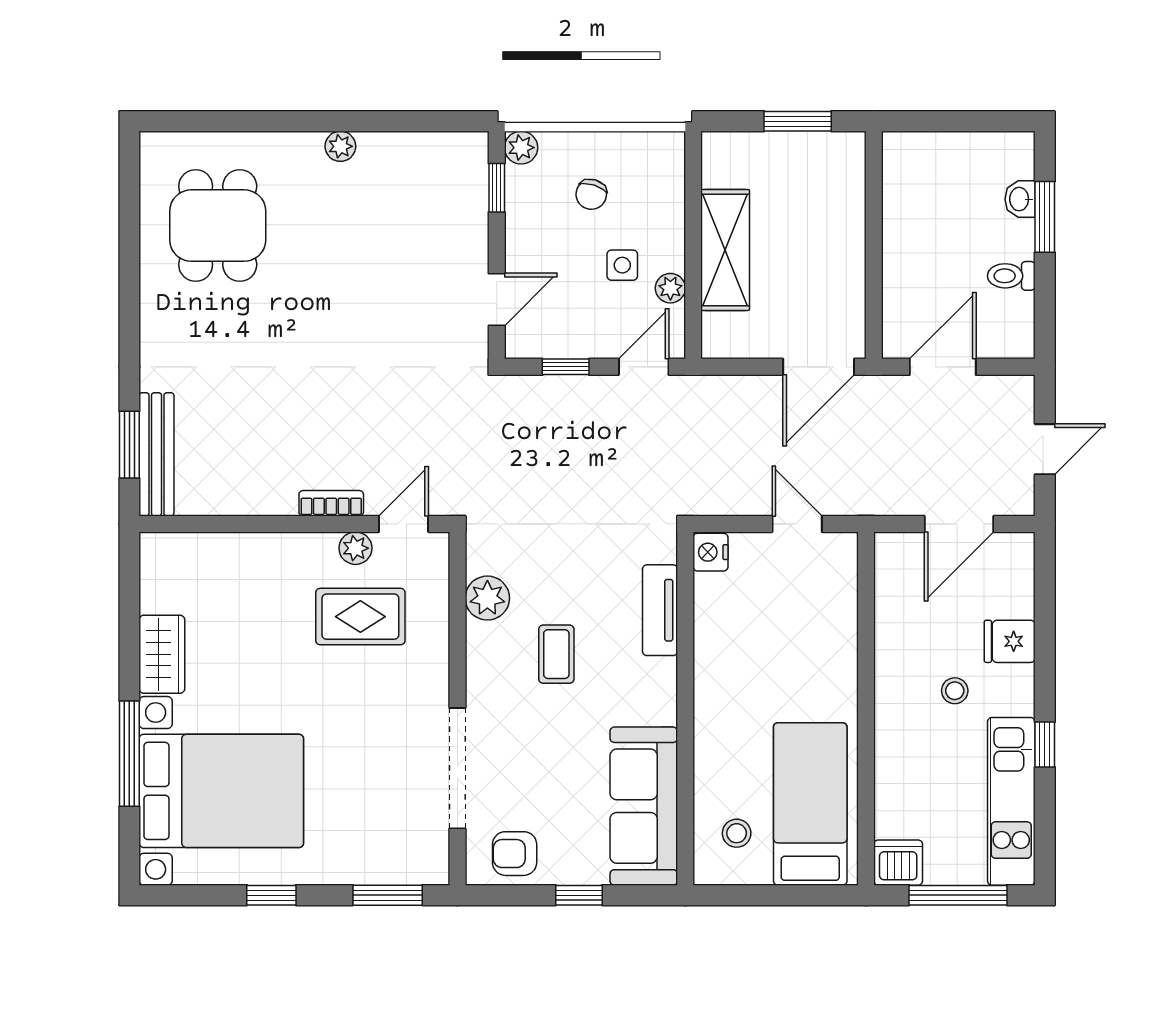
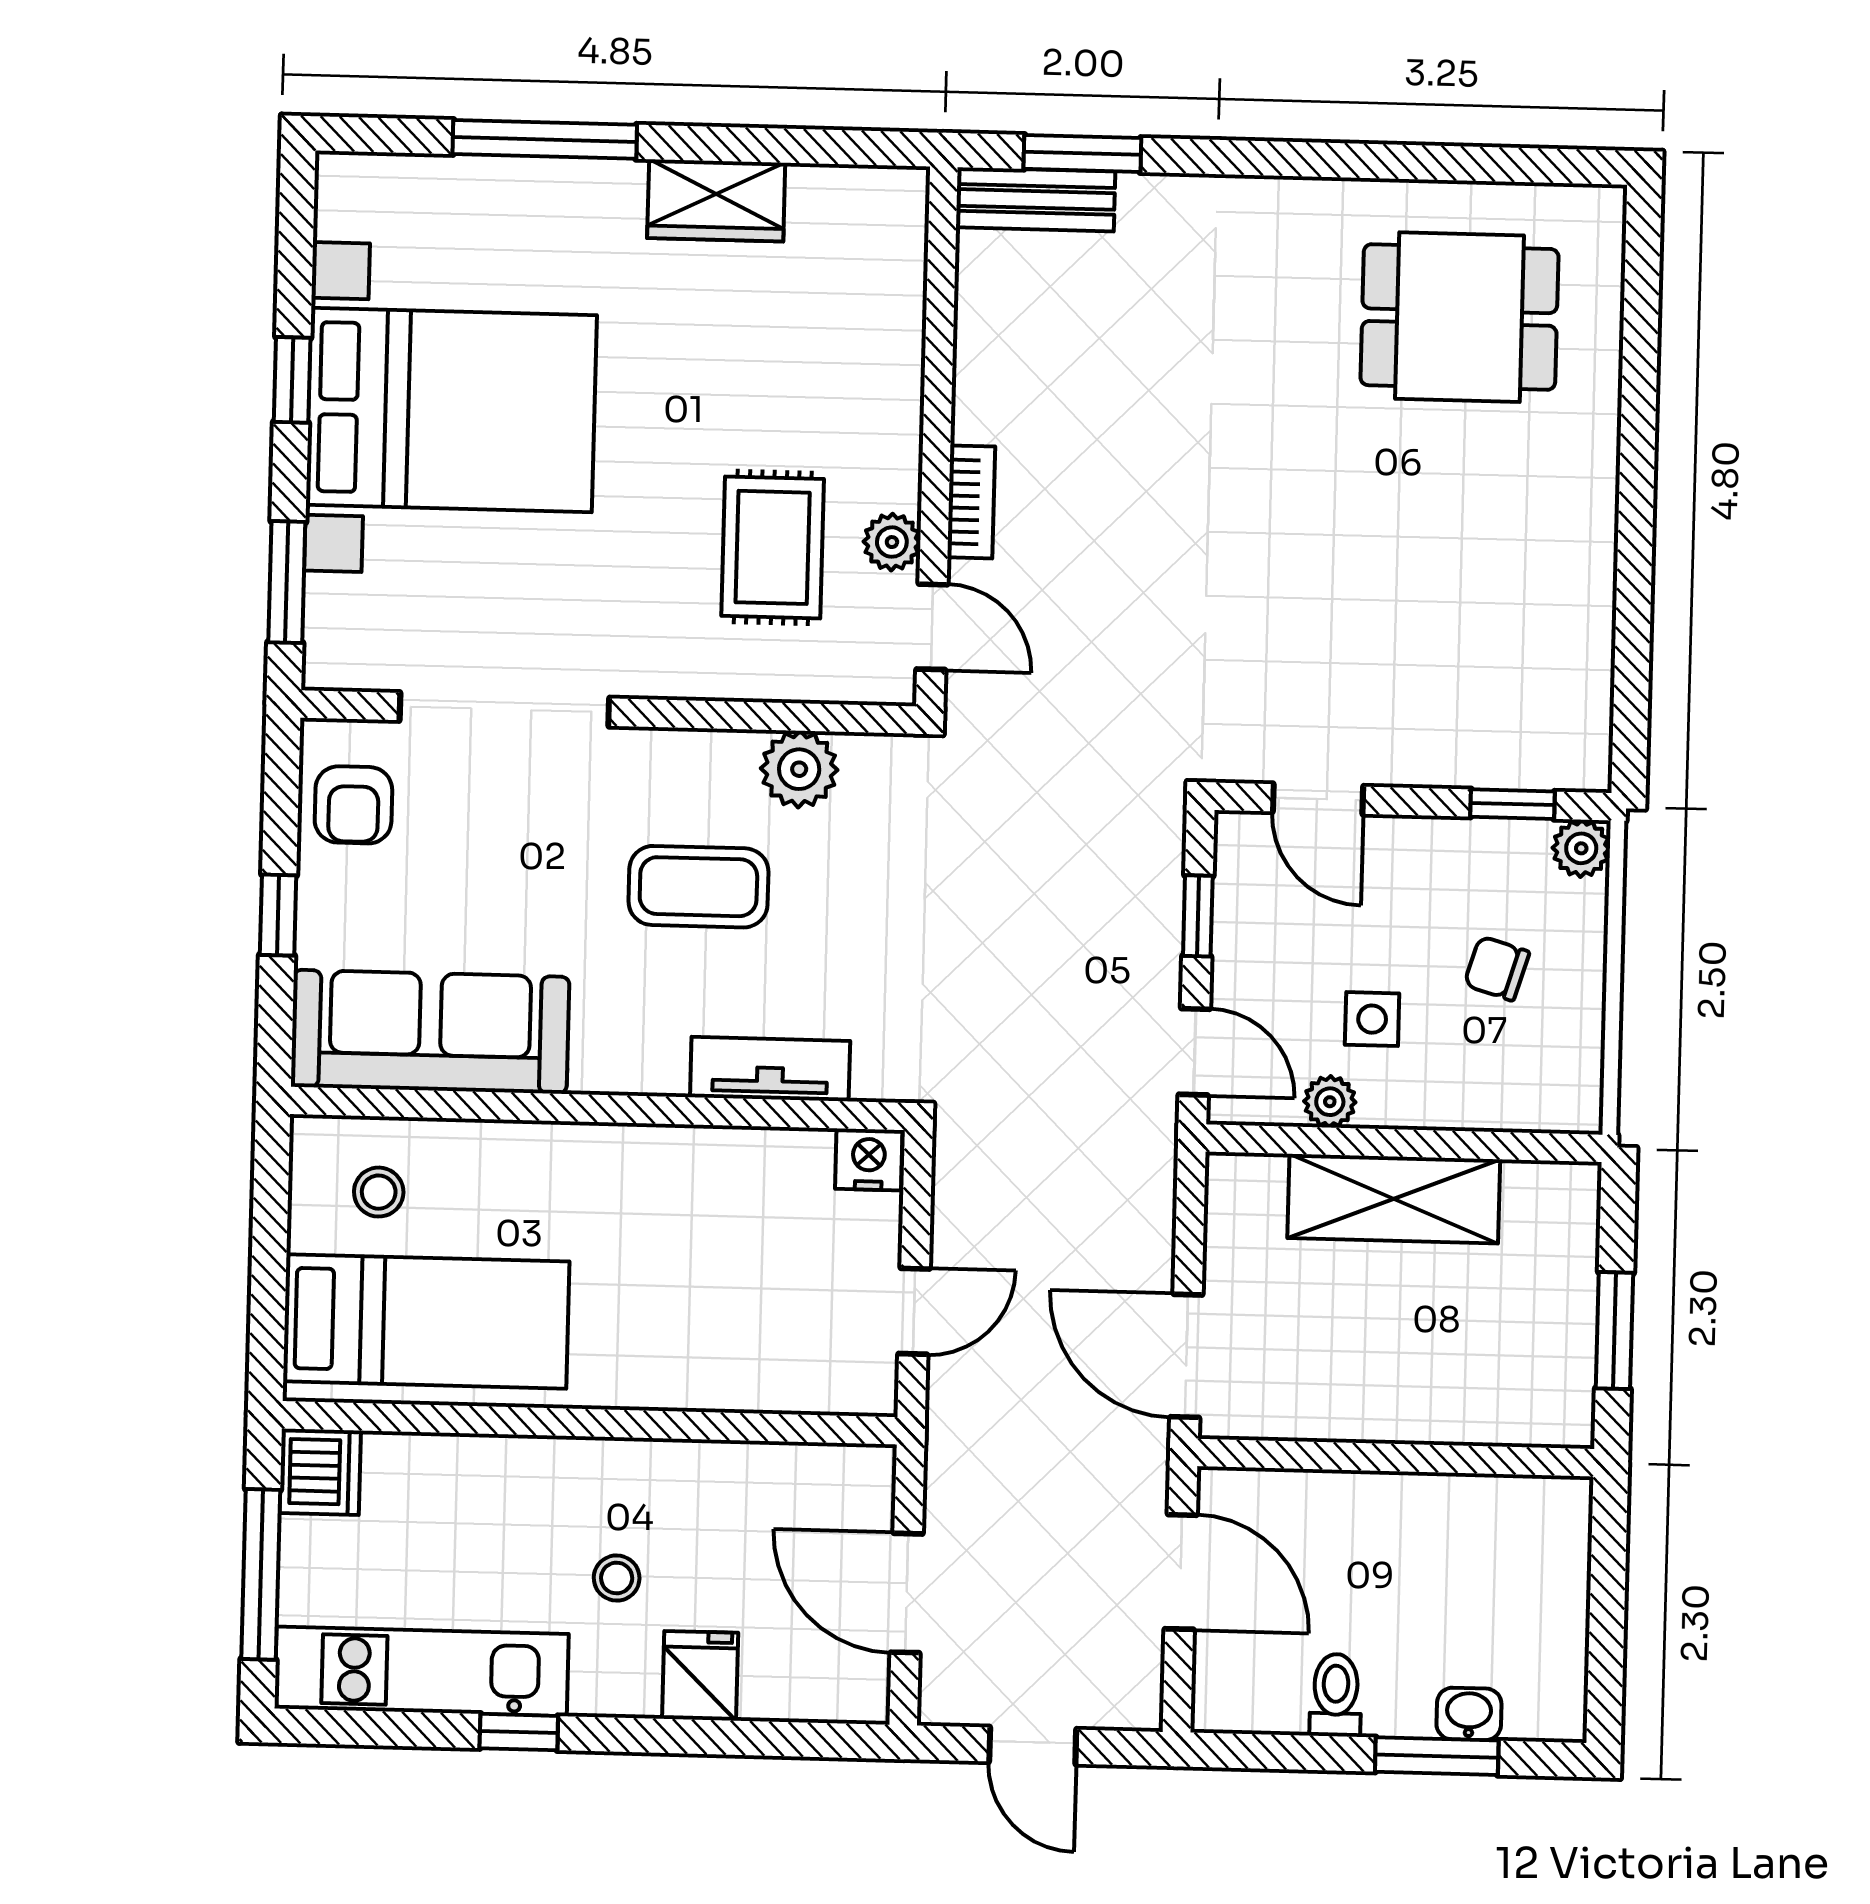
plant: (340, 146) -> (1592, 534), removed
bench: (156, 454) -> (1036, 199), width x0.73
coffee table: (556, 654) -> (698, 887), width x1.36, depth x1.30
bed with nightstands: (221, 791) -> (451, 410), moved, turned -90
armchair: (515, 854) -> (353, 805), turned 180

